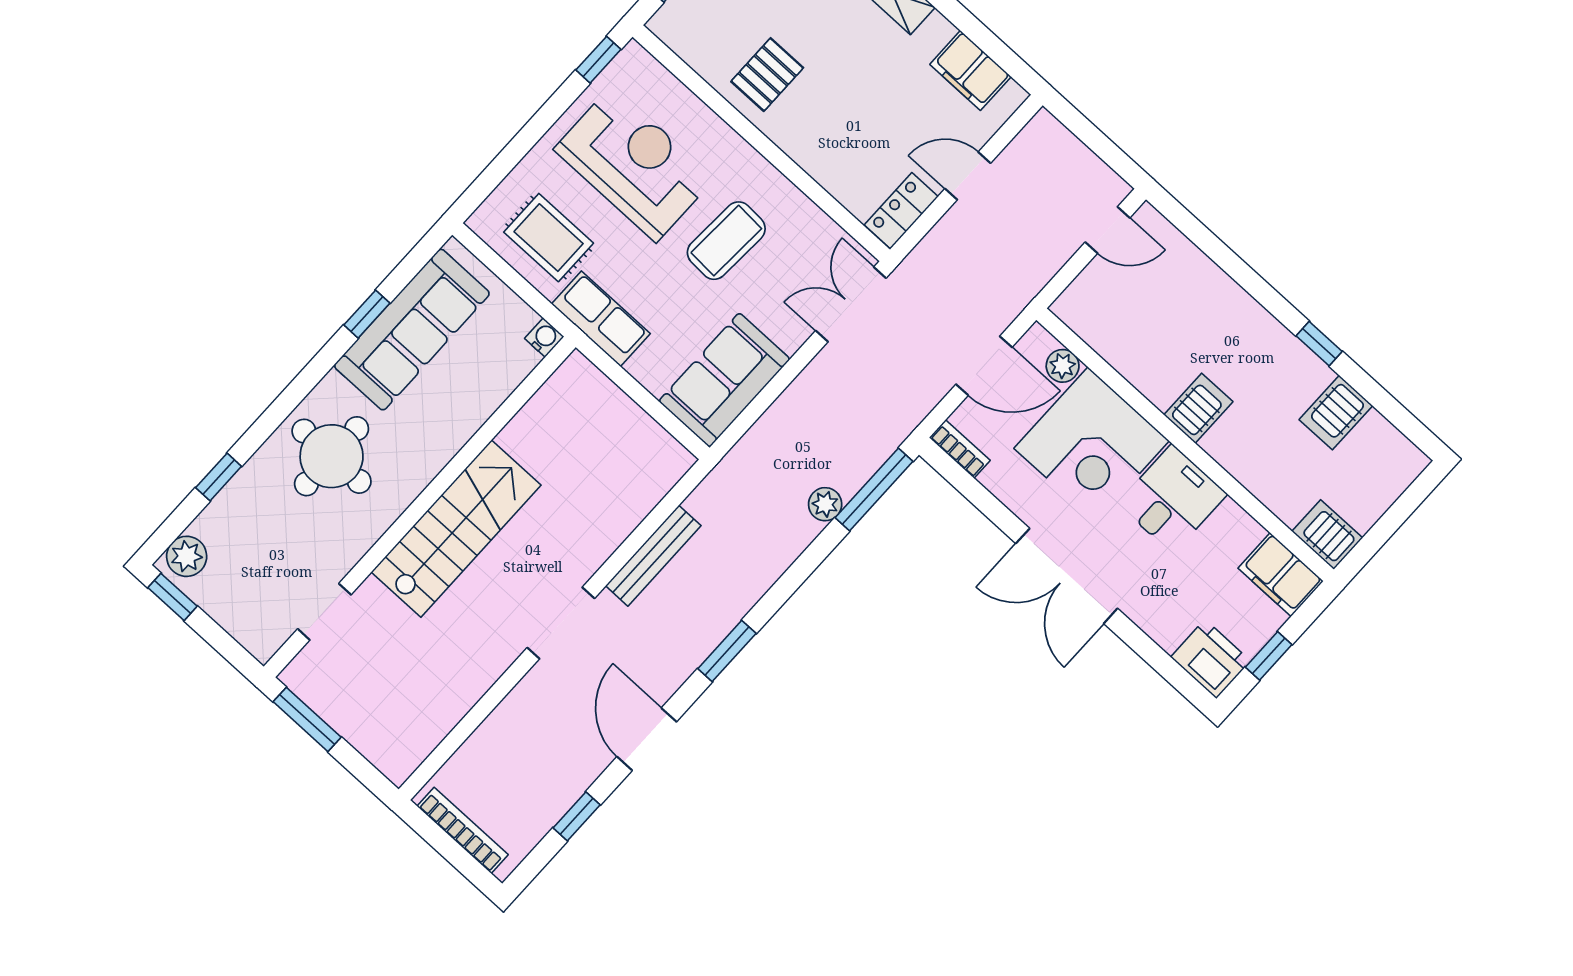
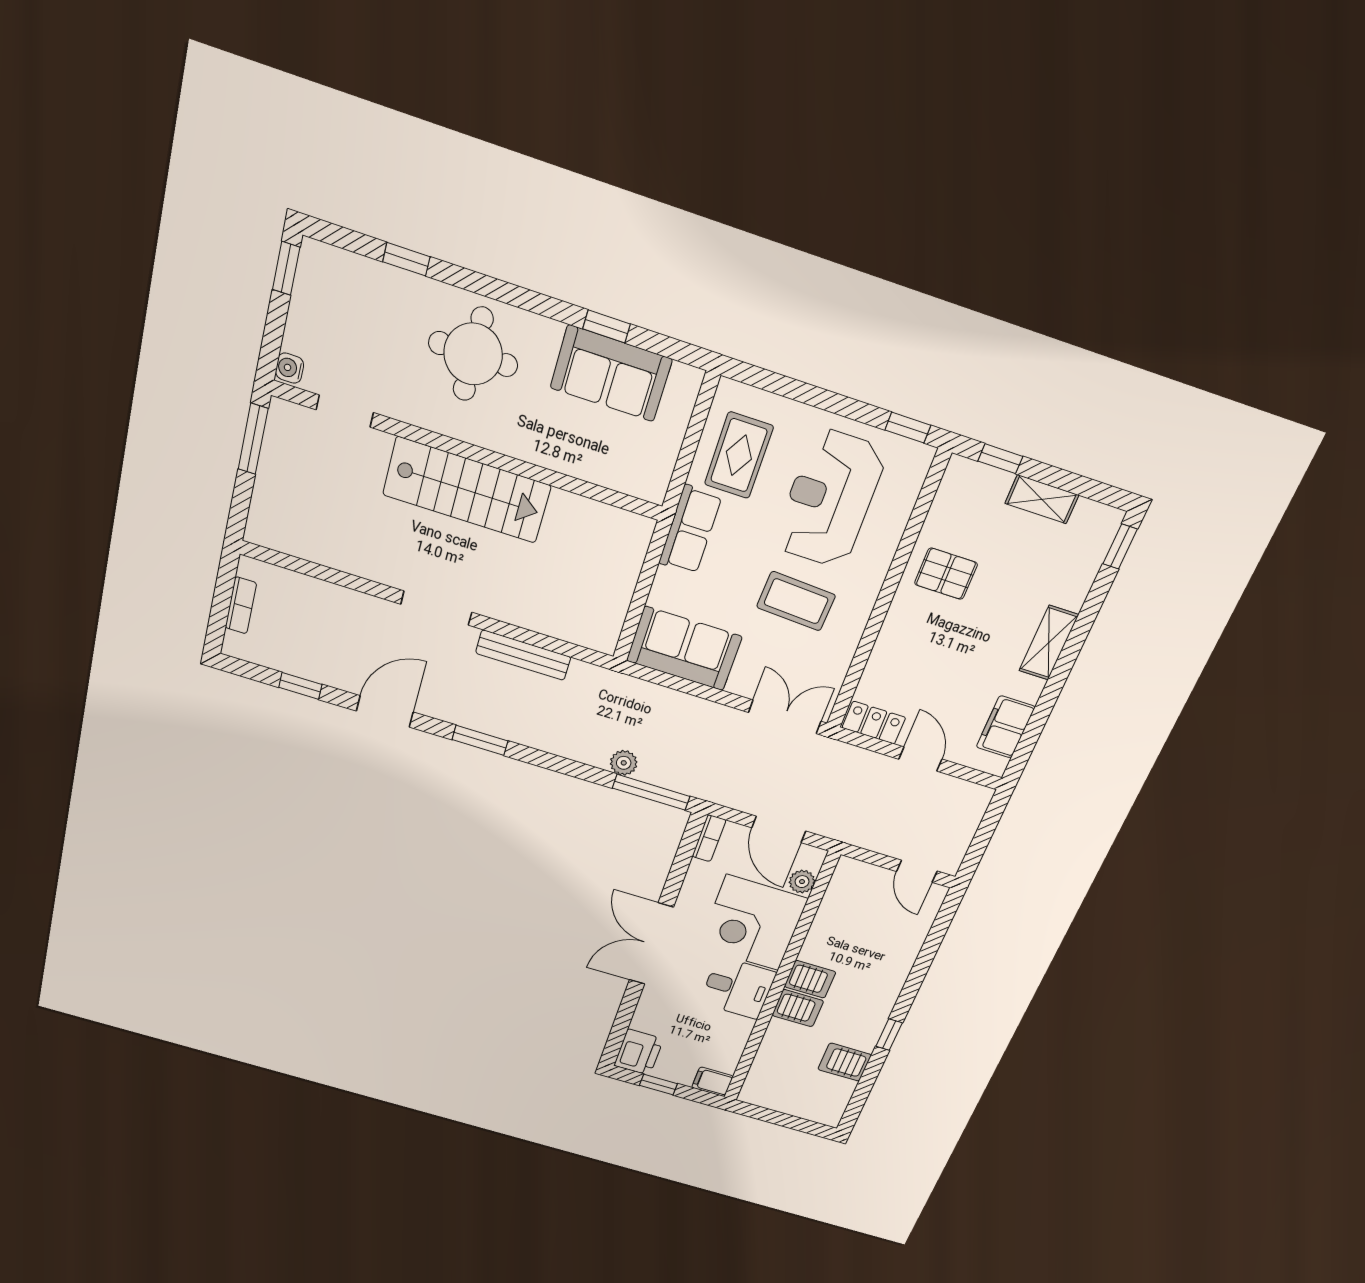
reception desk: (634, 164) -> (830, 499), turned 180
sofa: (412, 330) -> (611, 373), width x0.73
water cooler: (544, 338) -> (290, 368), moved, turned 180
server rack: (1327, 535) -> (798, 1008), moved, turned 90
plant: (187, 556) -> (326, 264), removed
filing cabinet: (1281, 575) -> (713, 1082), width x0.50
bookcase: (463, 830) -> (241, 605), width x0.64

